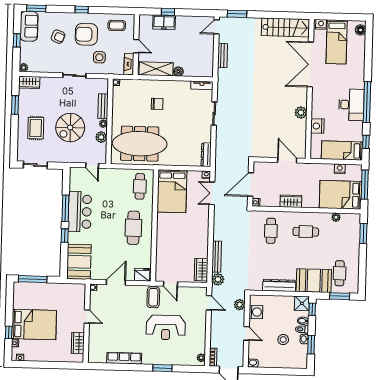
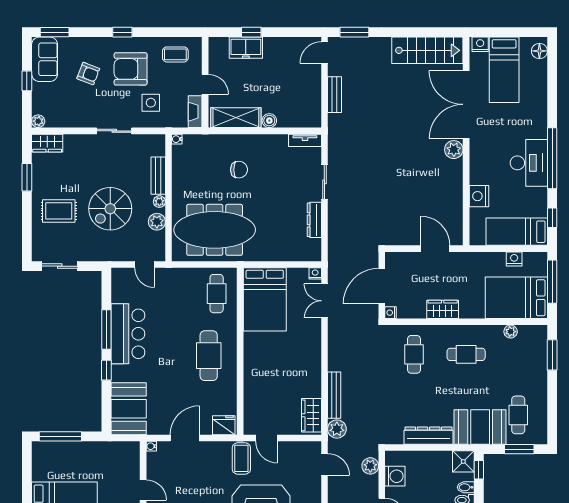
plant: (301, 112) -> (454, 150), moved
rug: (36, 128) -> (59, 211), turned 90
dresser: (206, 155) -> (314, 220), moved

